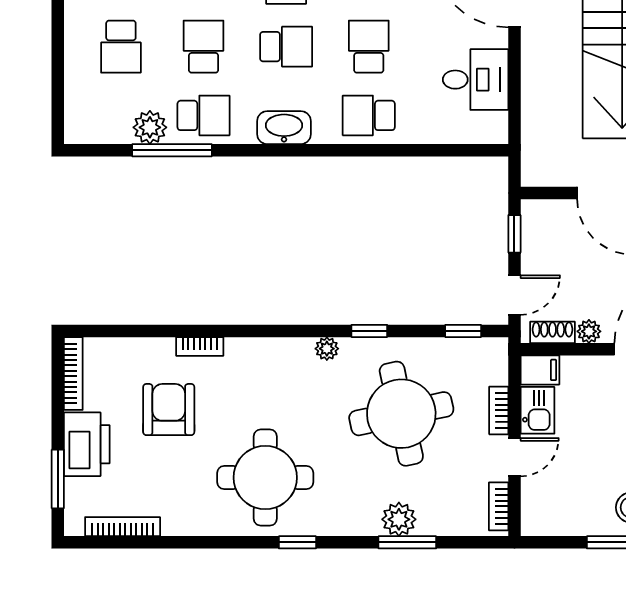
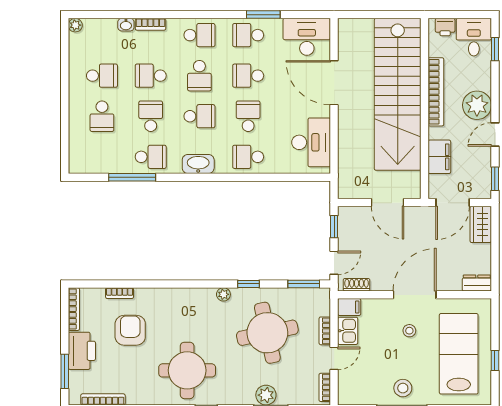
desk: (476, 80) -> (311, 142), width x1.37
plant: (150, 127) -> (119, 164), removed
window: (463, 331) -> (304, 284), width x1.50
plant: (589, 331) -> (378, 284), removed
bookcase: (200, 346) -> (120, 293), moved

